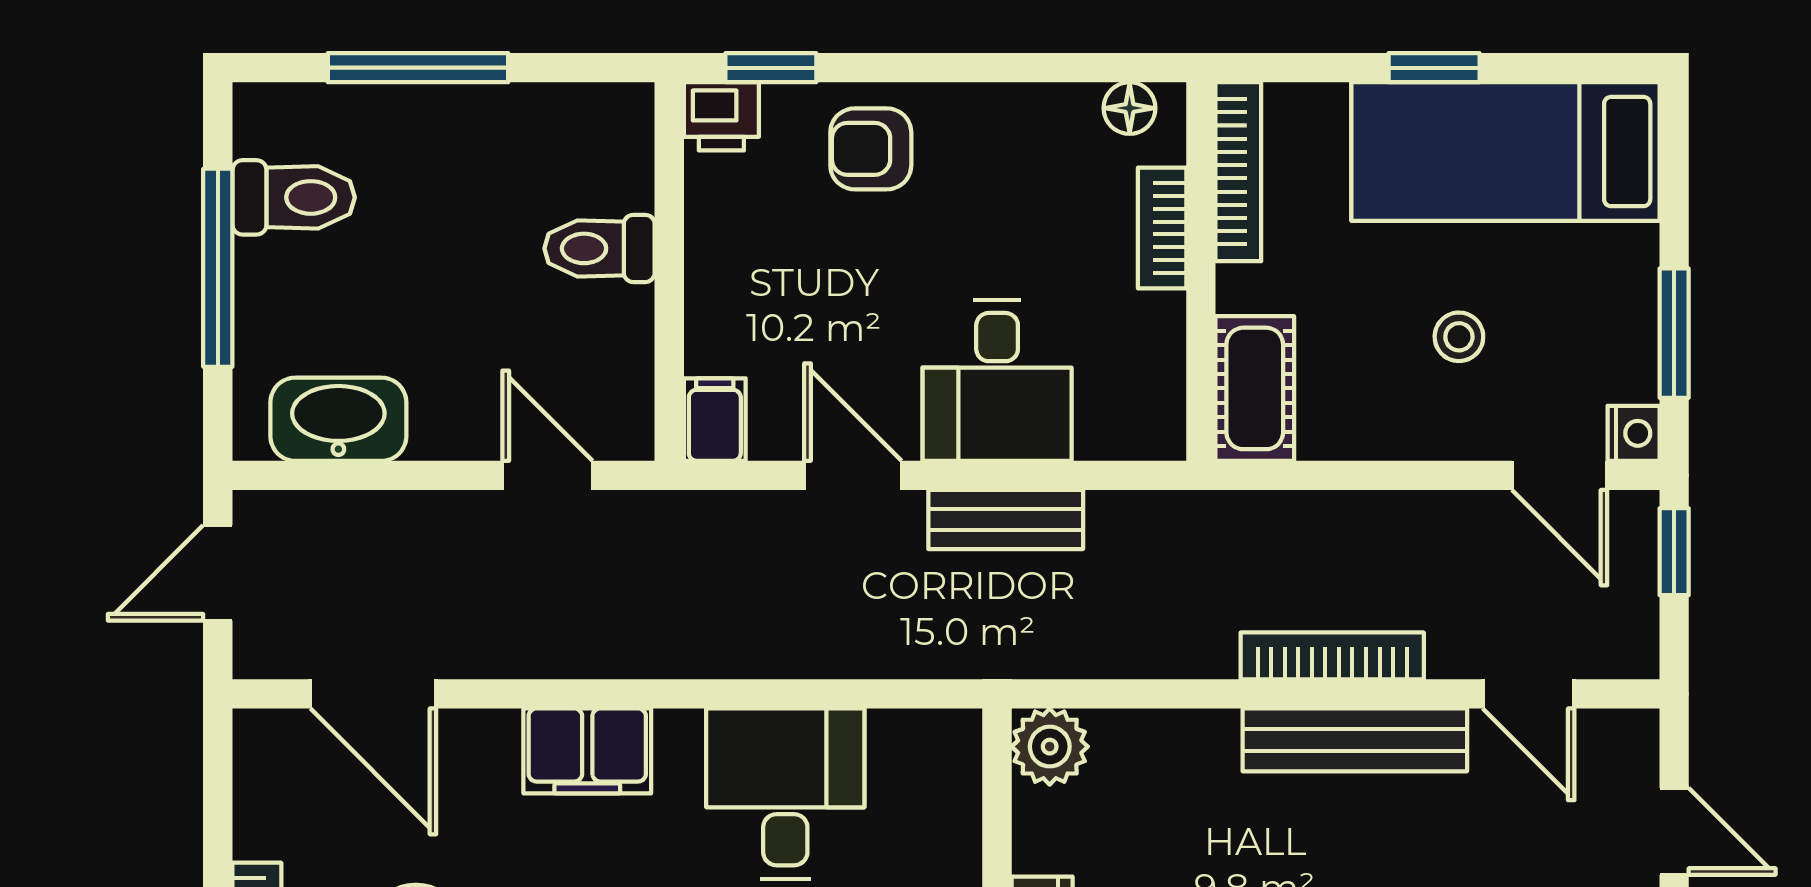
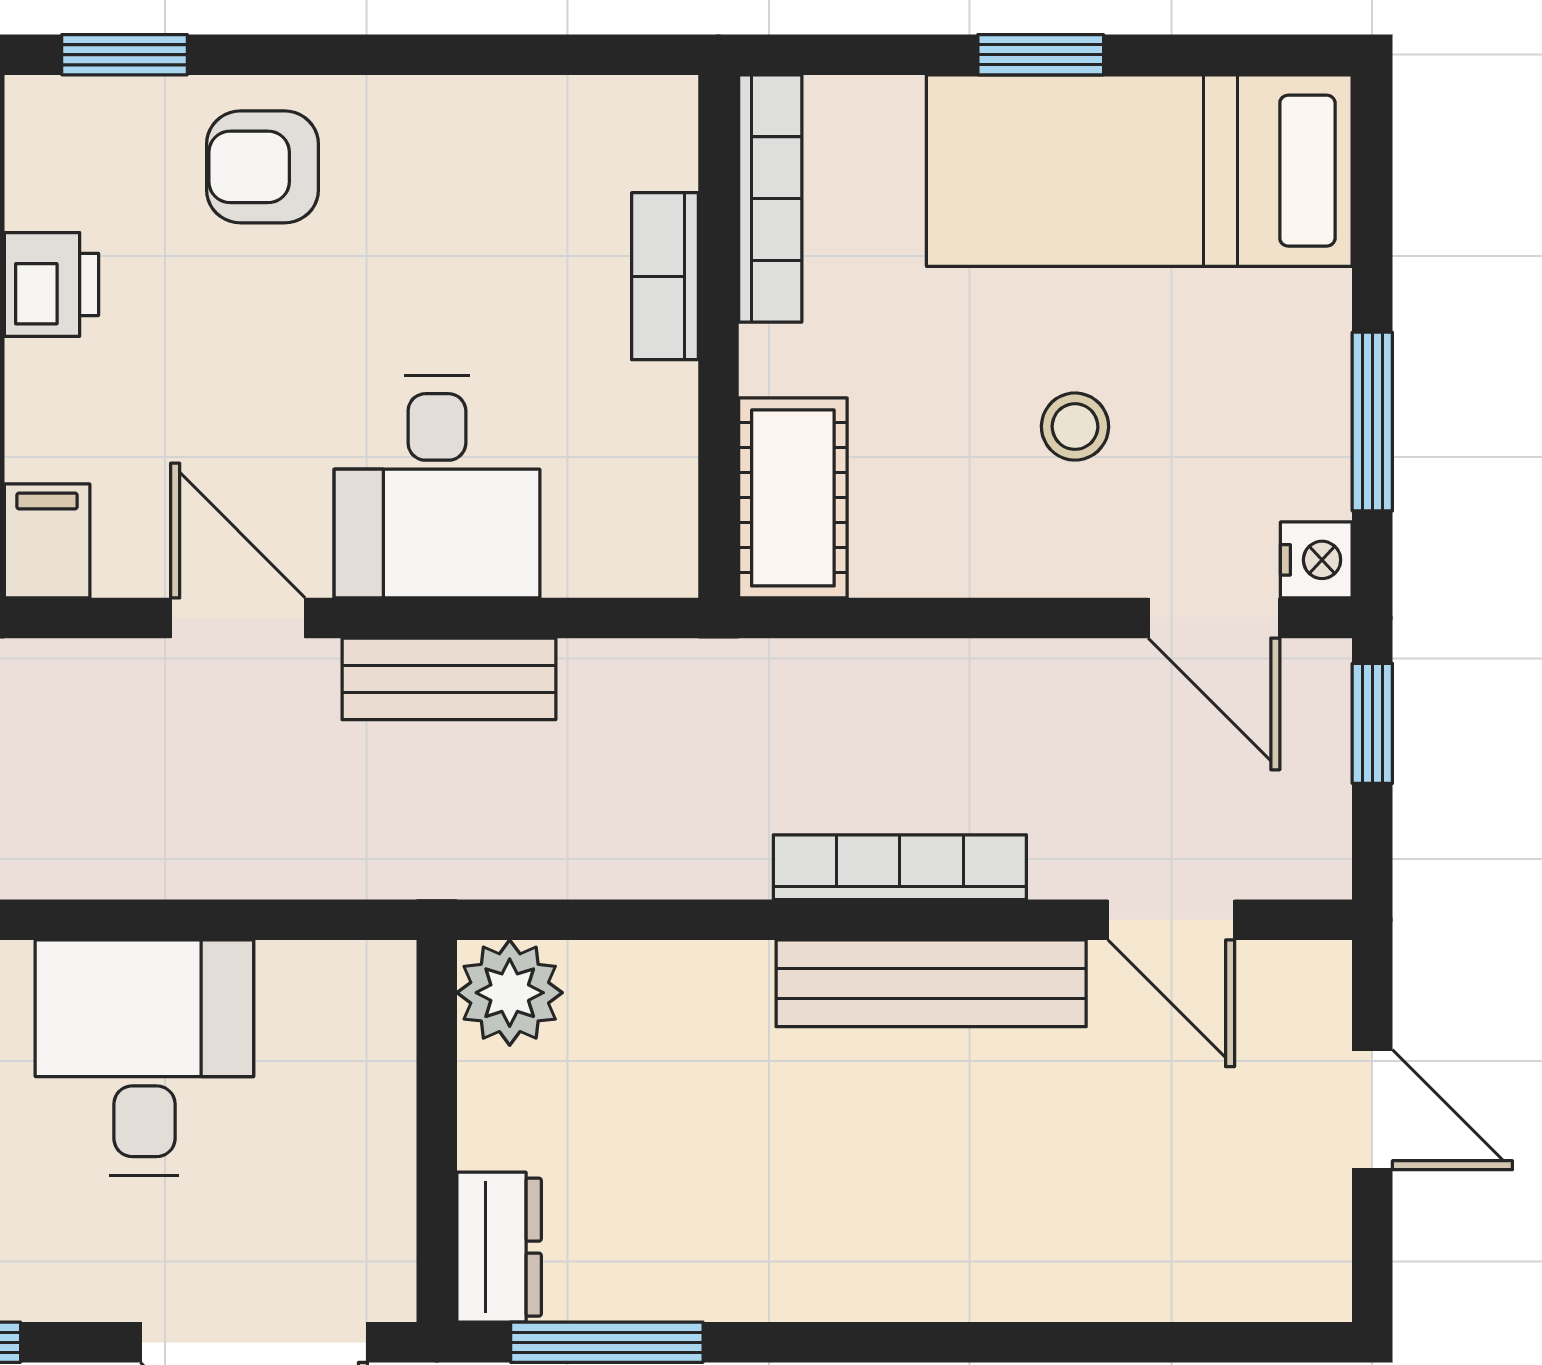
floor lamp: (1130, 108) -> (620, 111), removed
printer: (721, 116) -> (51, 284), moved, turned -90

